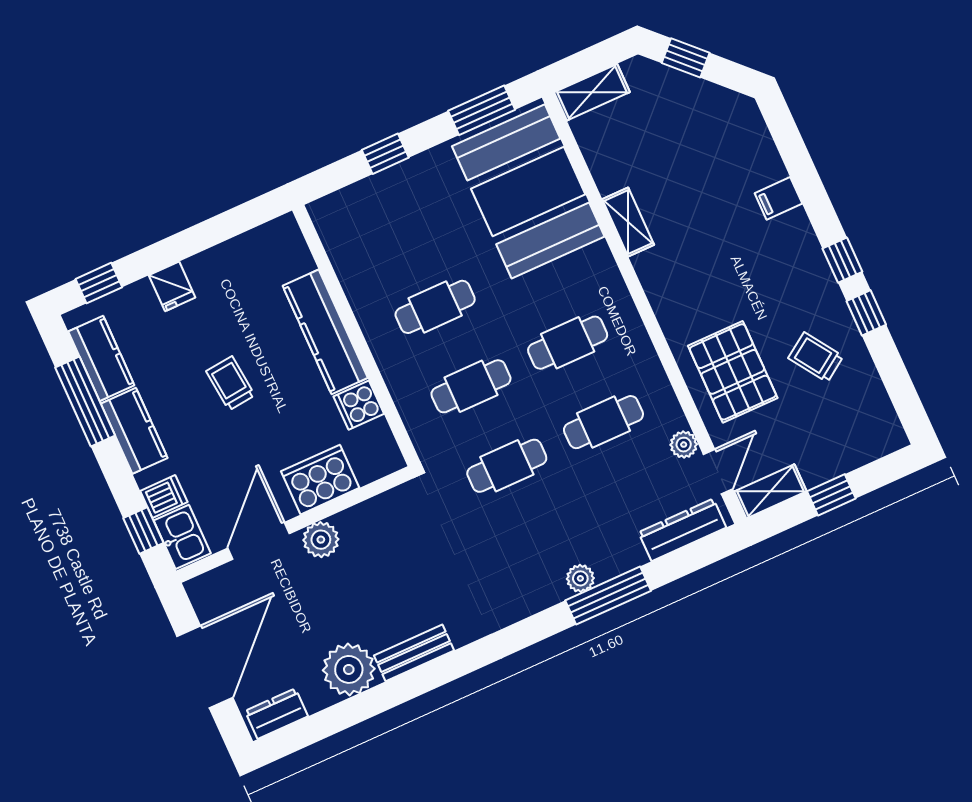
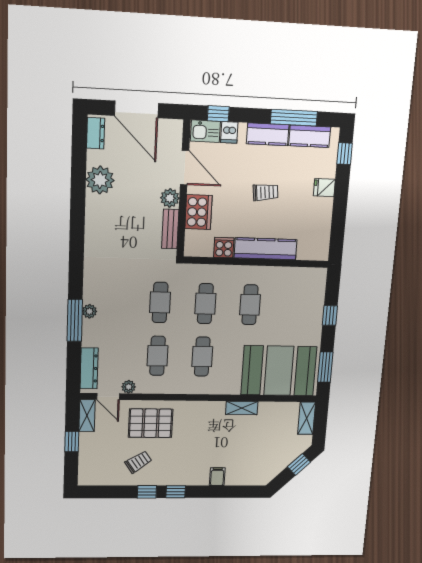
bench: (414, 653) -> (170, 229), moved

